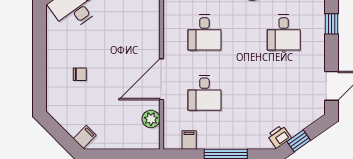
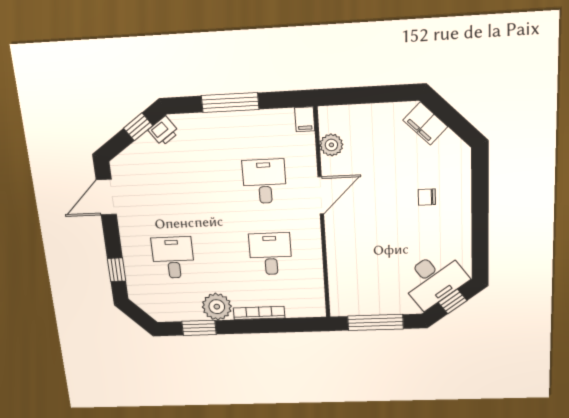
door: (161, 79) -> (321, 195), width x0.73
filing cabinet: (85, 137) -> (425, 123), width x2.00
filing cabinet: (189, 140) -> (305, 119), moved

